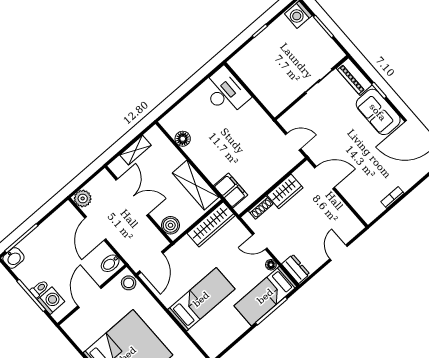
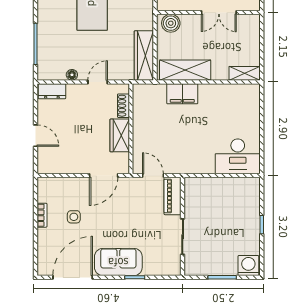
piano: (354, 77) -> (173, 196), moved, turned -90
floor lamp: (183, 139) -> (230, 91), removed
door: (293, 142) -> (153, 176), swing flipped
shelving: (135, 150) -> (245, 73), moved, turned 90
side table: (373, 173) -> (74, 217), added
filing cabinet: (231, 190) -> (182, 94), moved
double door: (132, 197) -> (219, 12), width x0.73
bed: (265, 296) -> (51, 49), removed

